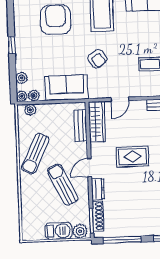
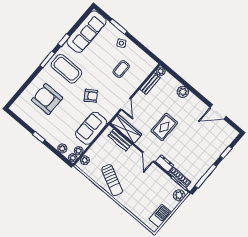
sun lounger: (63, 185) -> (144, 181), removed
barbecue: (59, 231) -> (160, 216), moved

